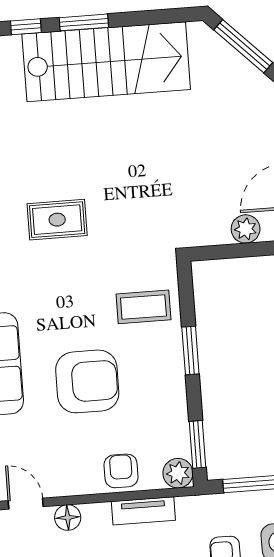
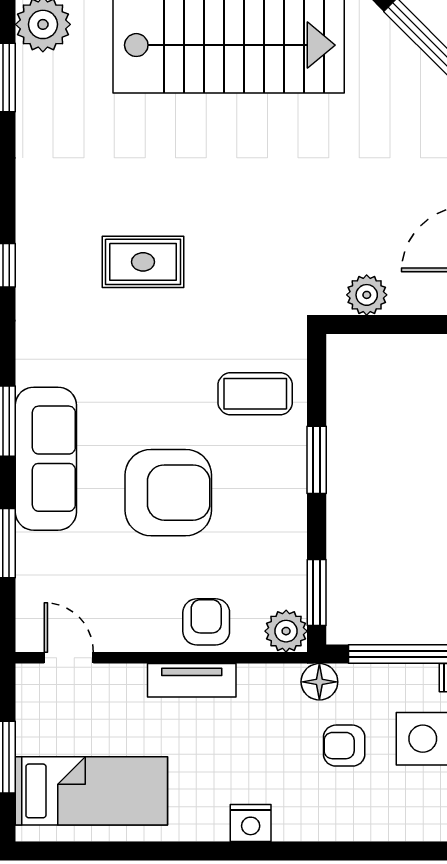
plant: (246, 229) -> (367, 295), moved
tv unit: (143, 511) -> (192, 680), moved
floor lamp: (68, 518) -> (319, 682), moved

